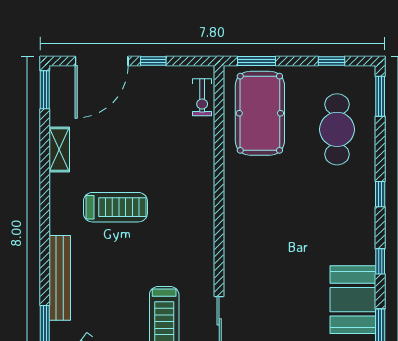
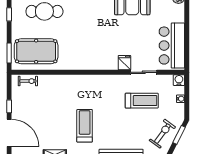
fridge: (238, 285) -> (124, 63), added

